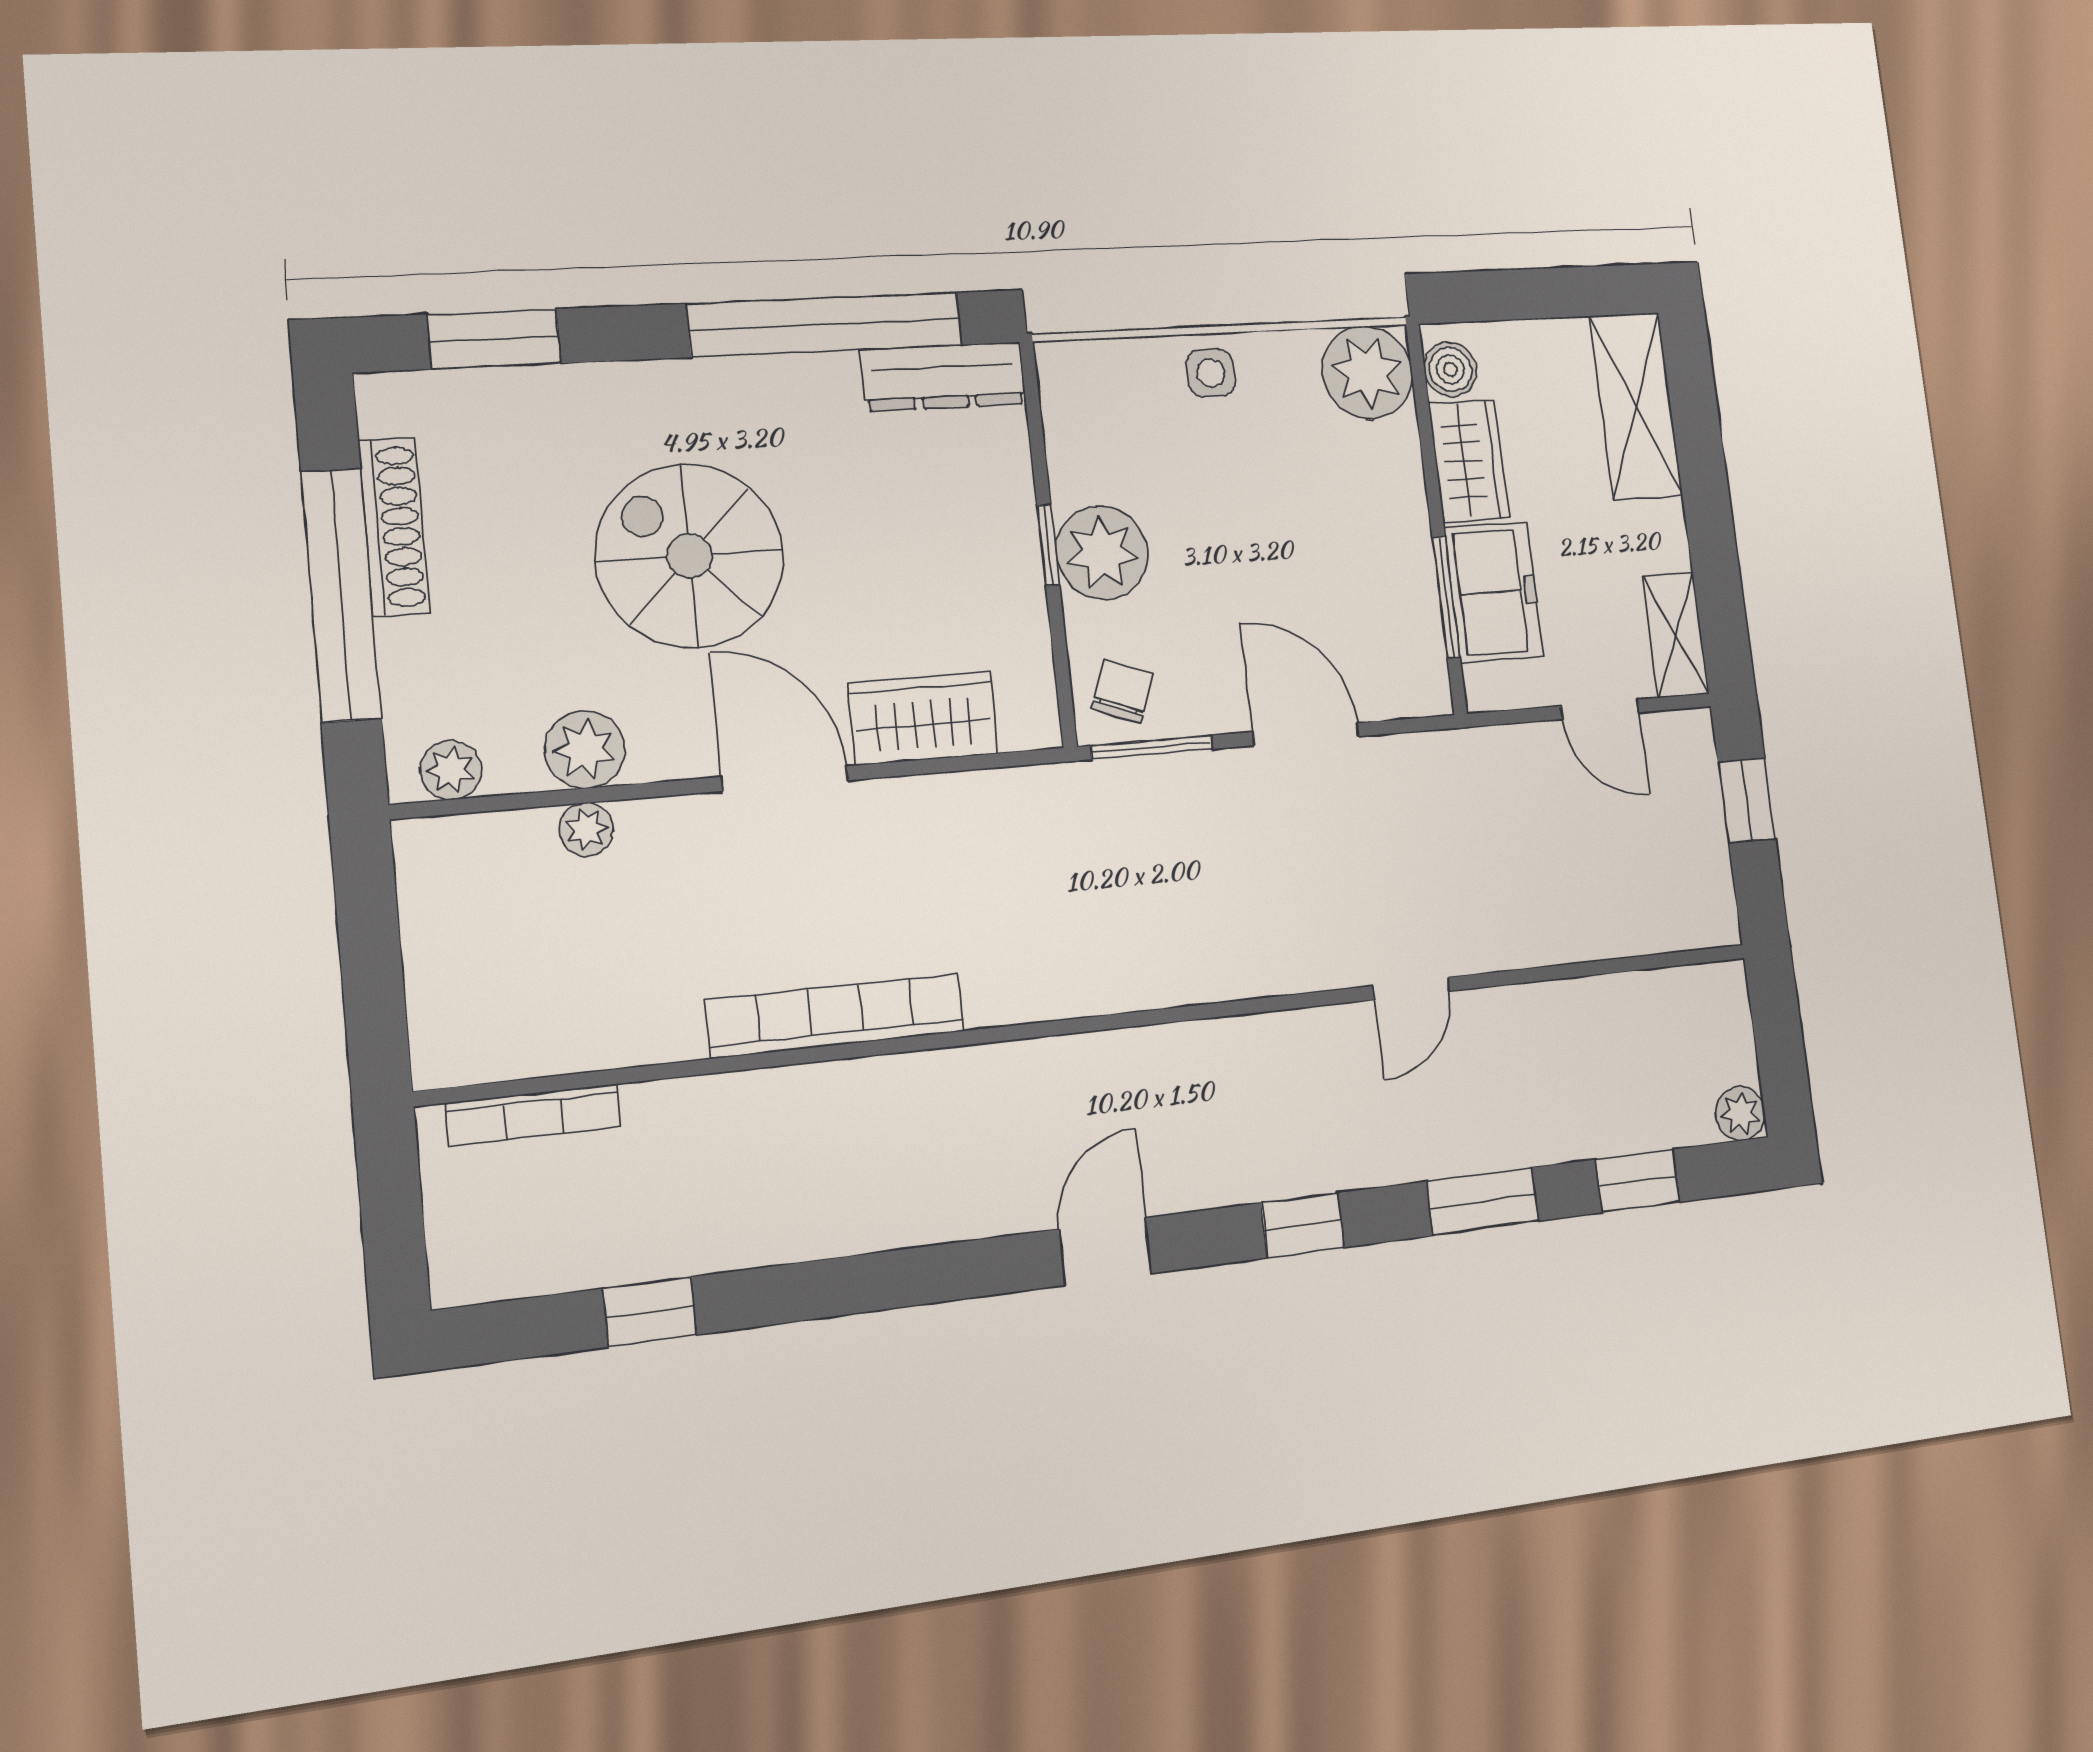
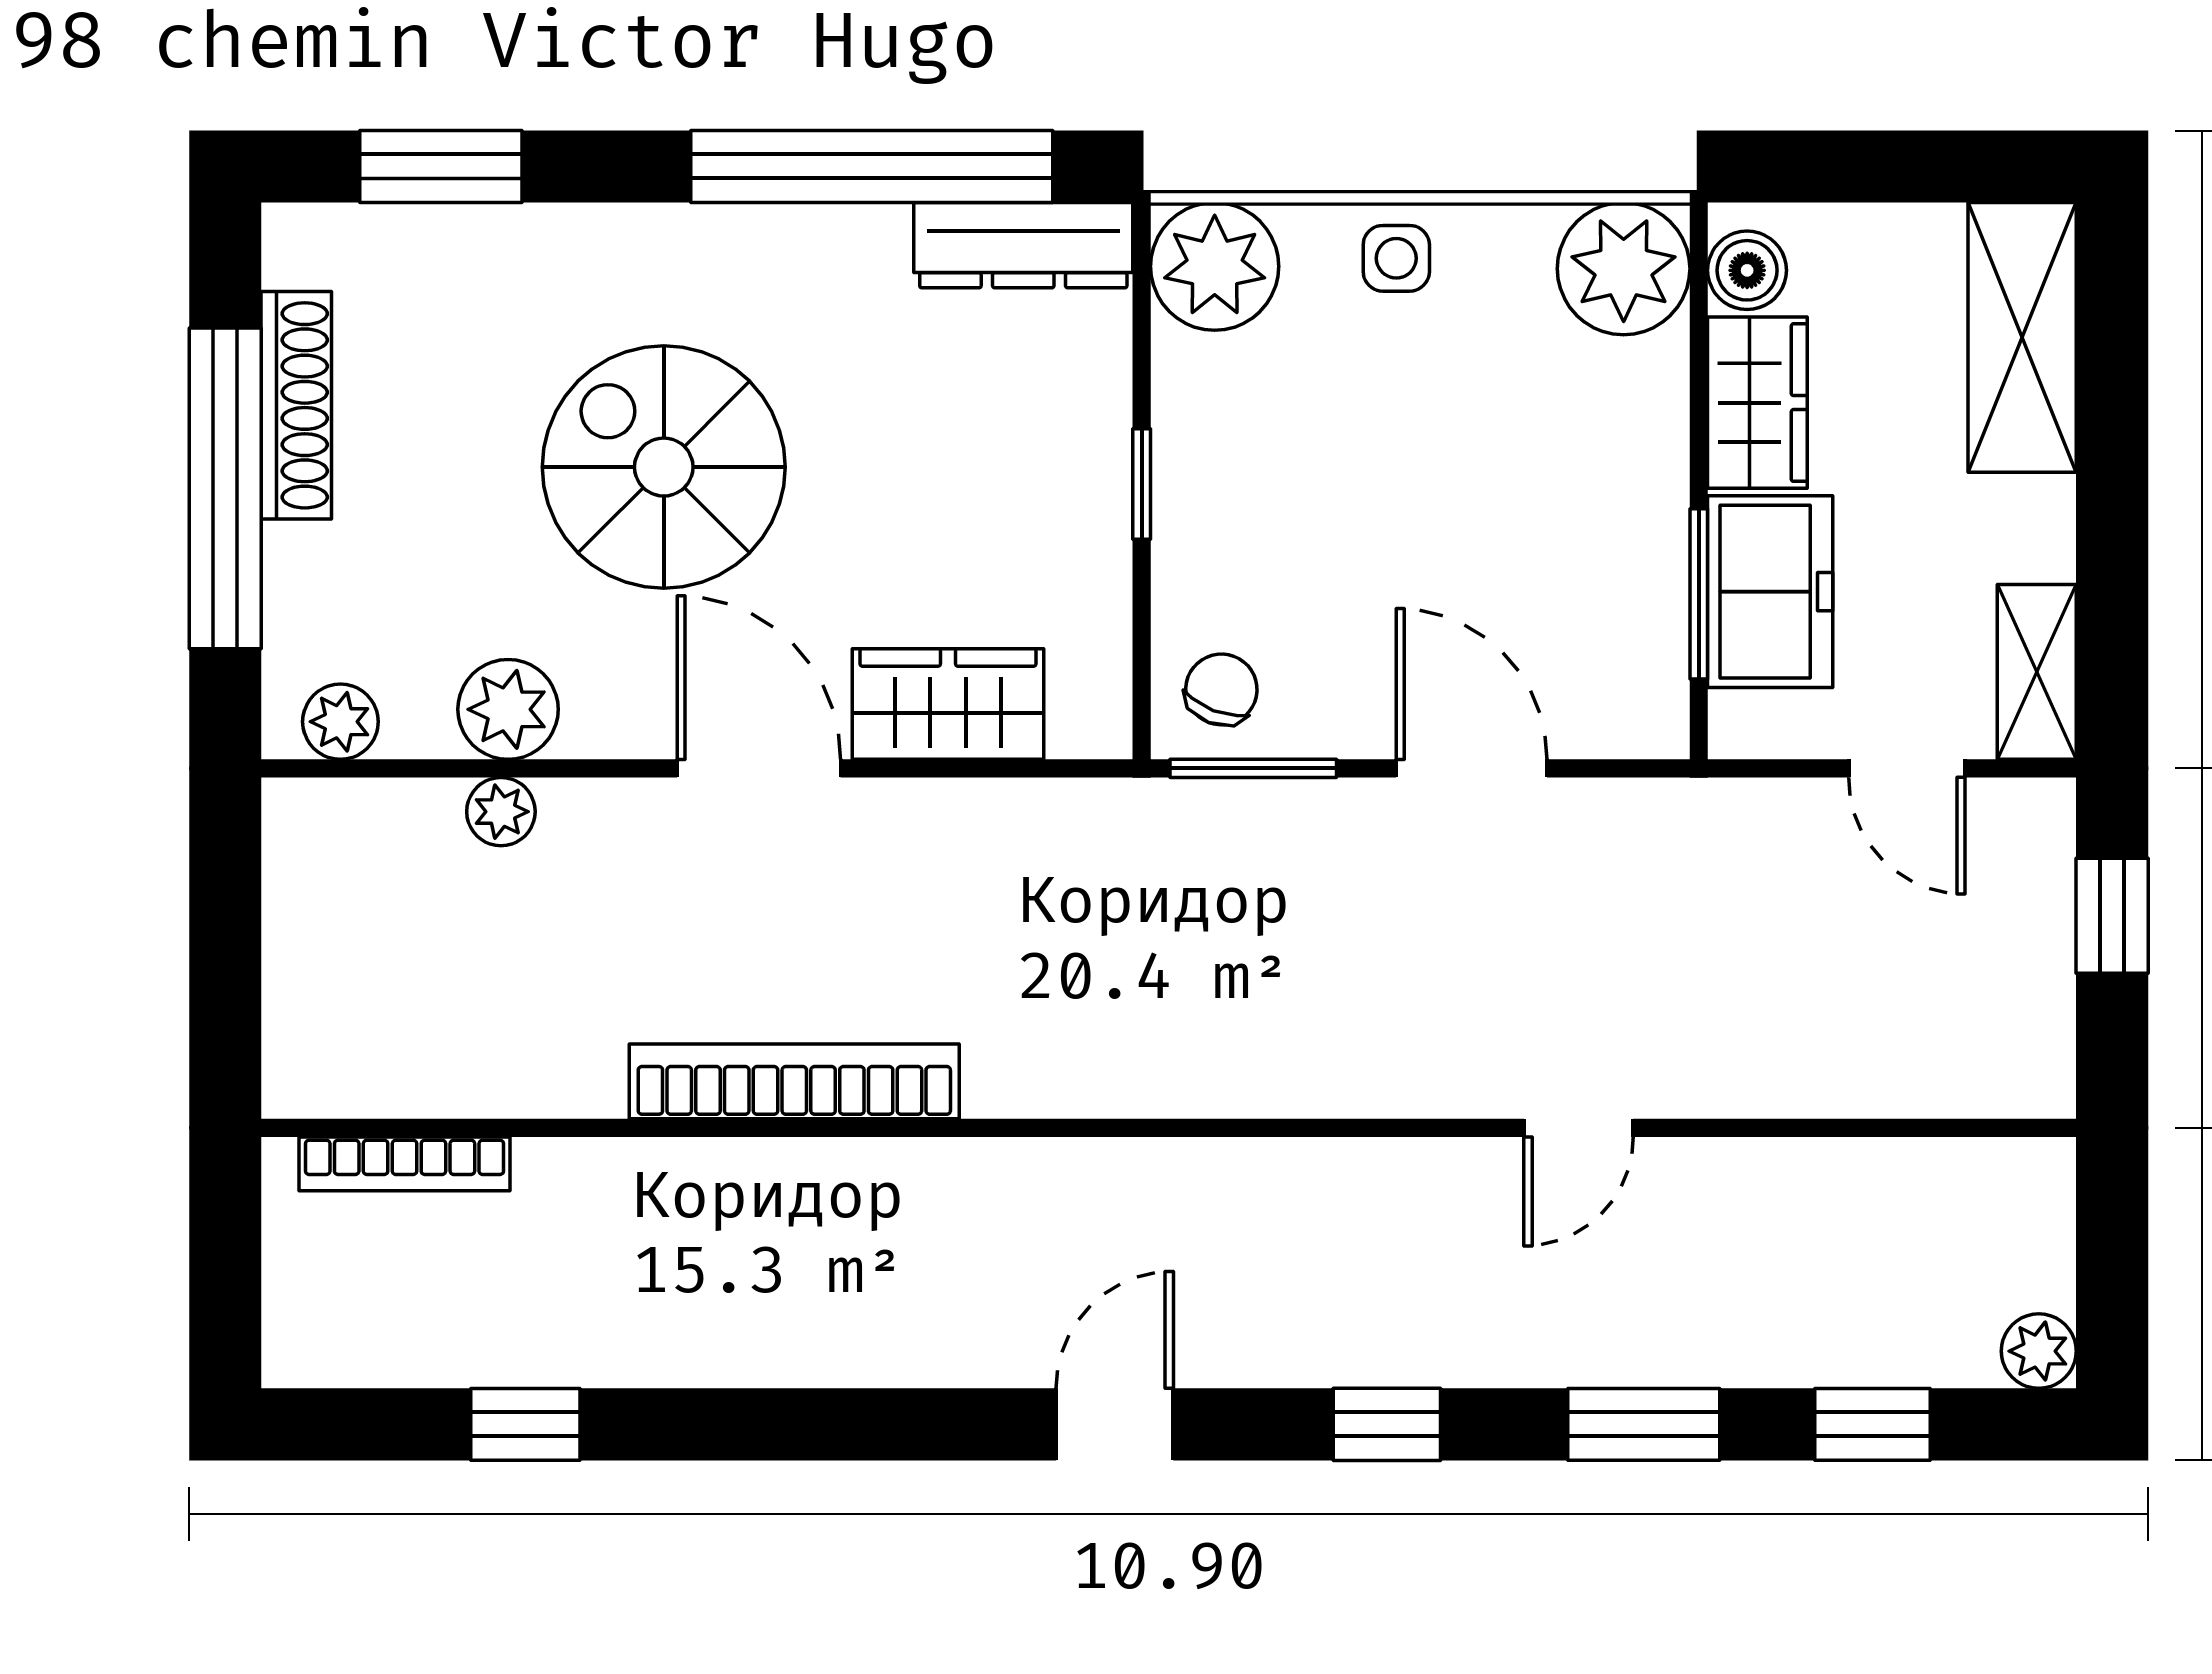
plant: (1102, 553) -> (1215, 266), moved

